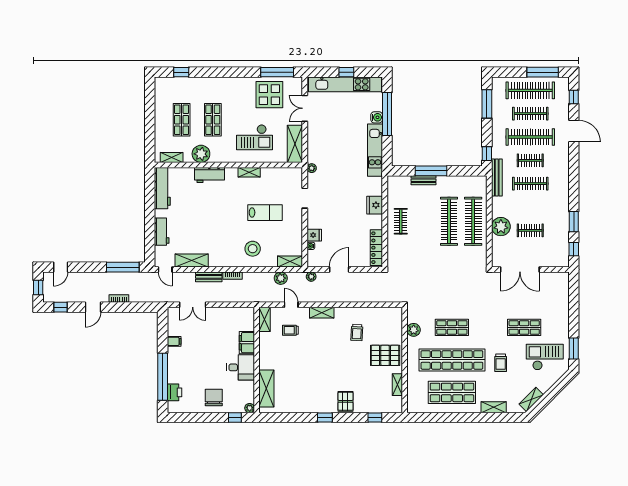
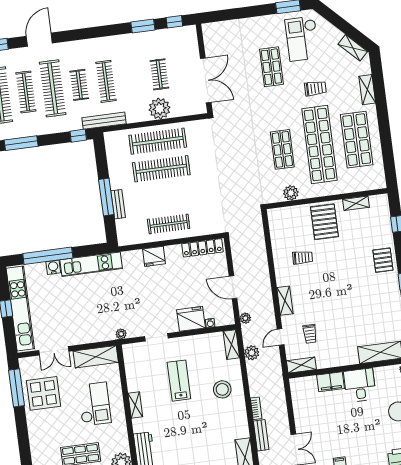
clothes rail: (401, 221) -> (169, 224), width x1.36
fridge: (314, 235) -> (191, 319), width x1.88, depth x1.34
pallet: (345, 401) -> (383, 260), turned 90

